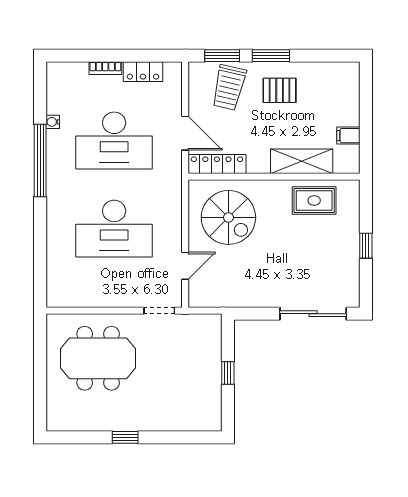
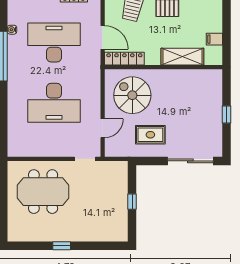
desk: (114, 141) -> (54, 42), turned 180
rug: (314, 200) -> (150, 135), moved
spiral stairs: (228, 217) -> (132, 95), turned 180

